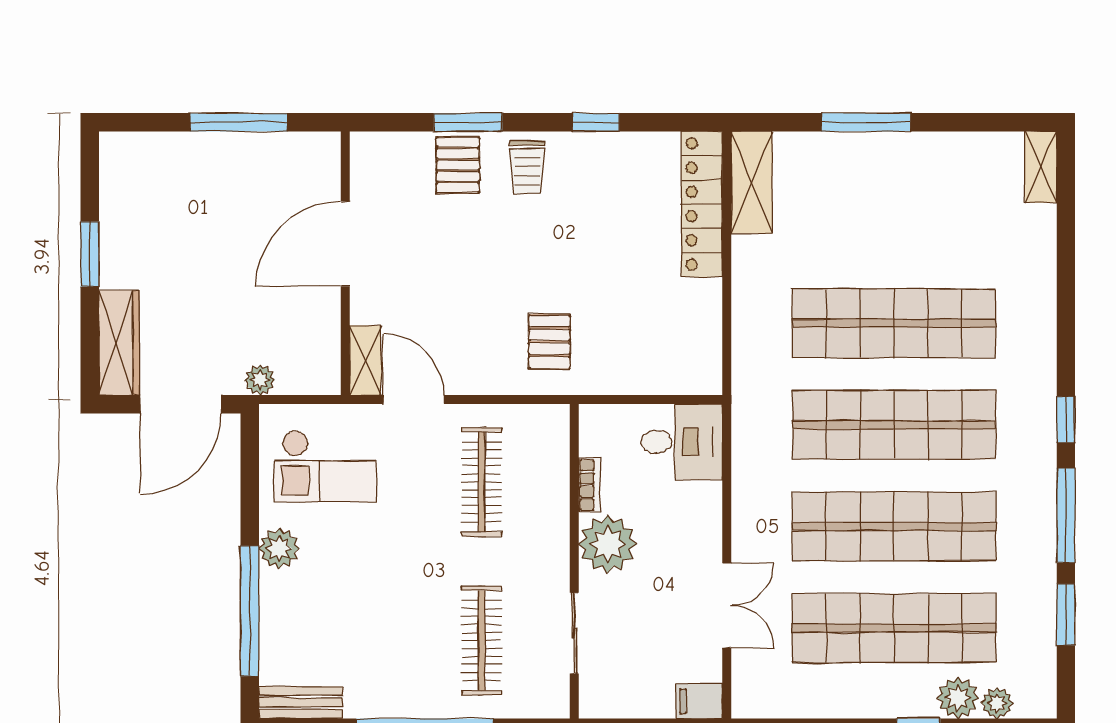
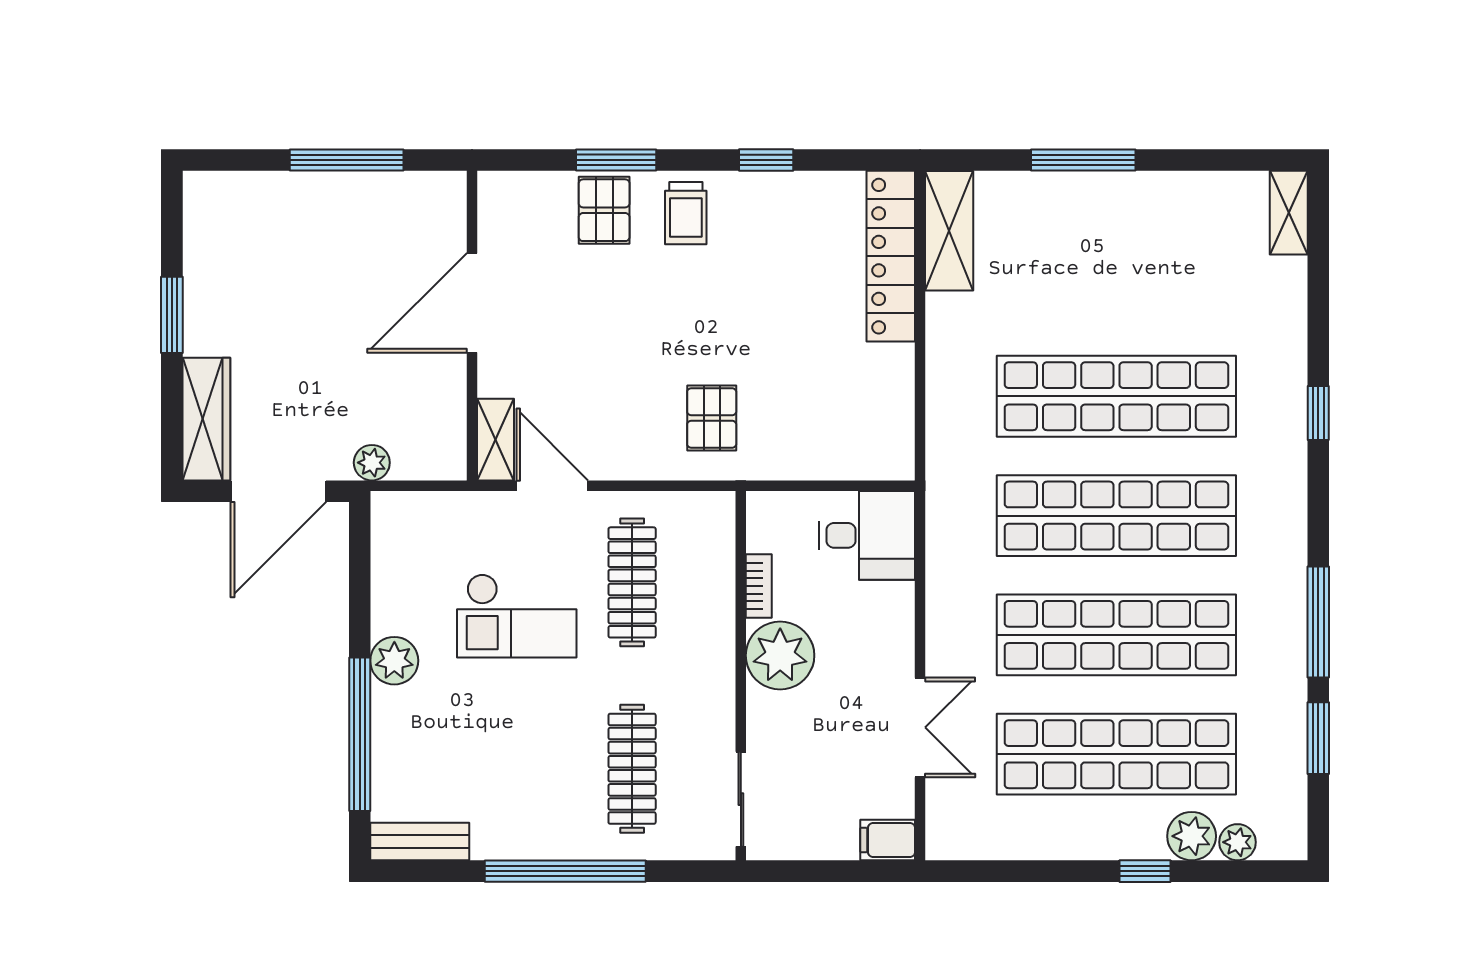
window: (1066, 419) -> (1318, 413), moved
checkout: (325, 466) -> (517, 616), moved
sliding door: (574, 633) -> (741, 799), moved

